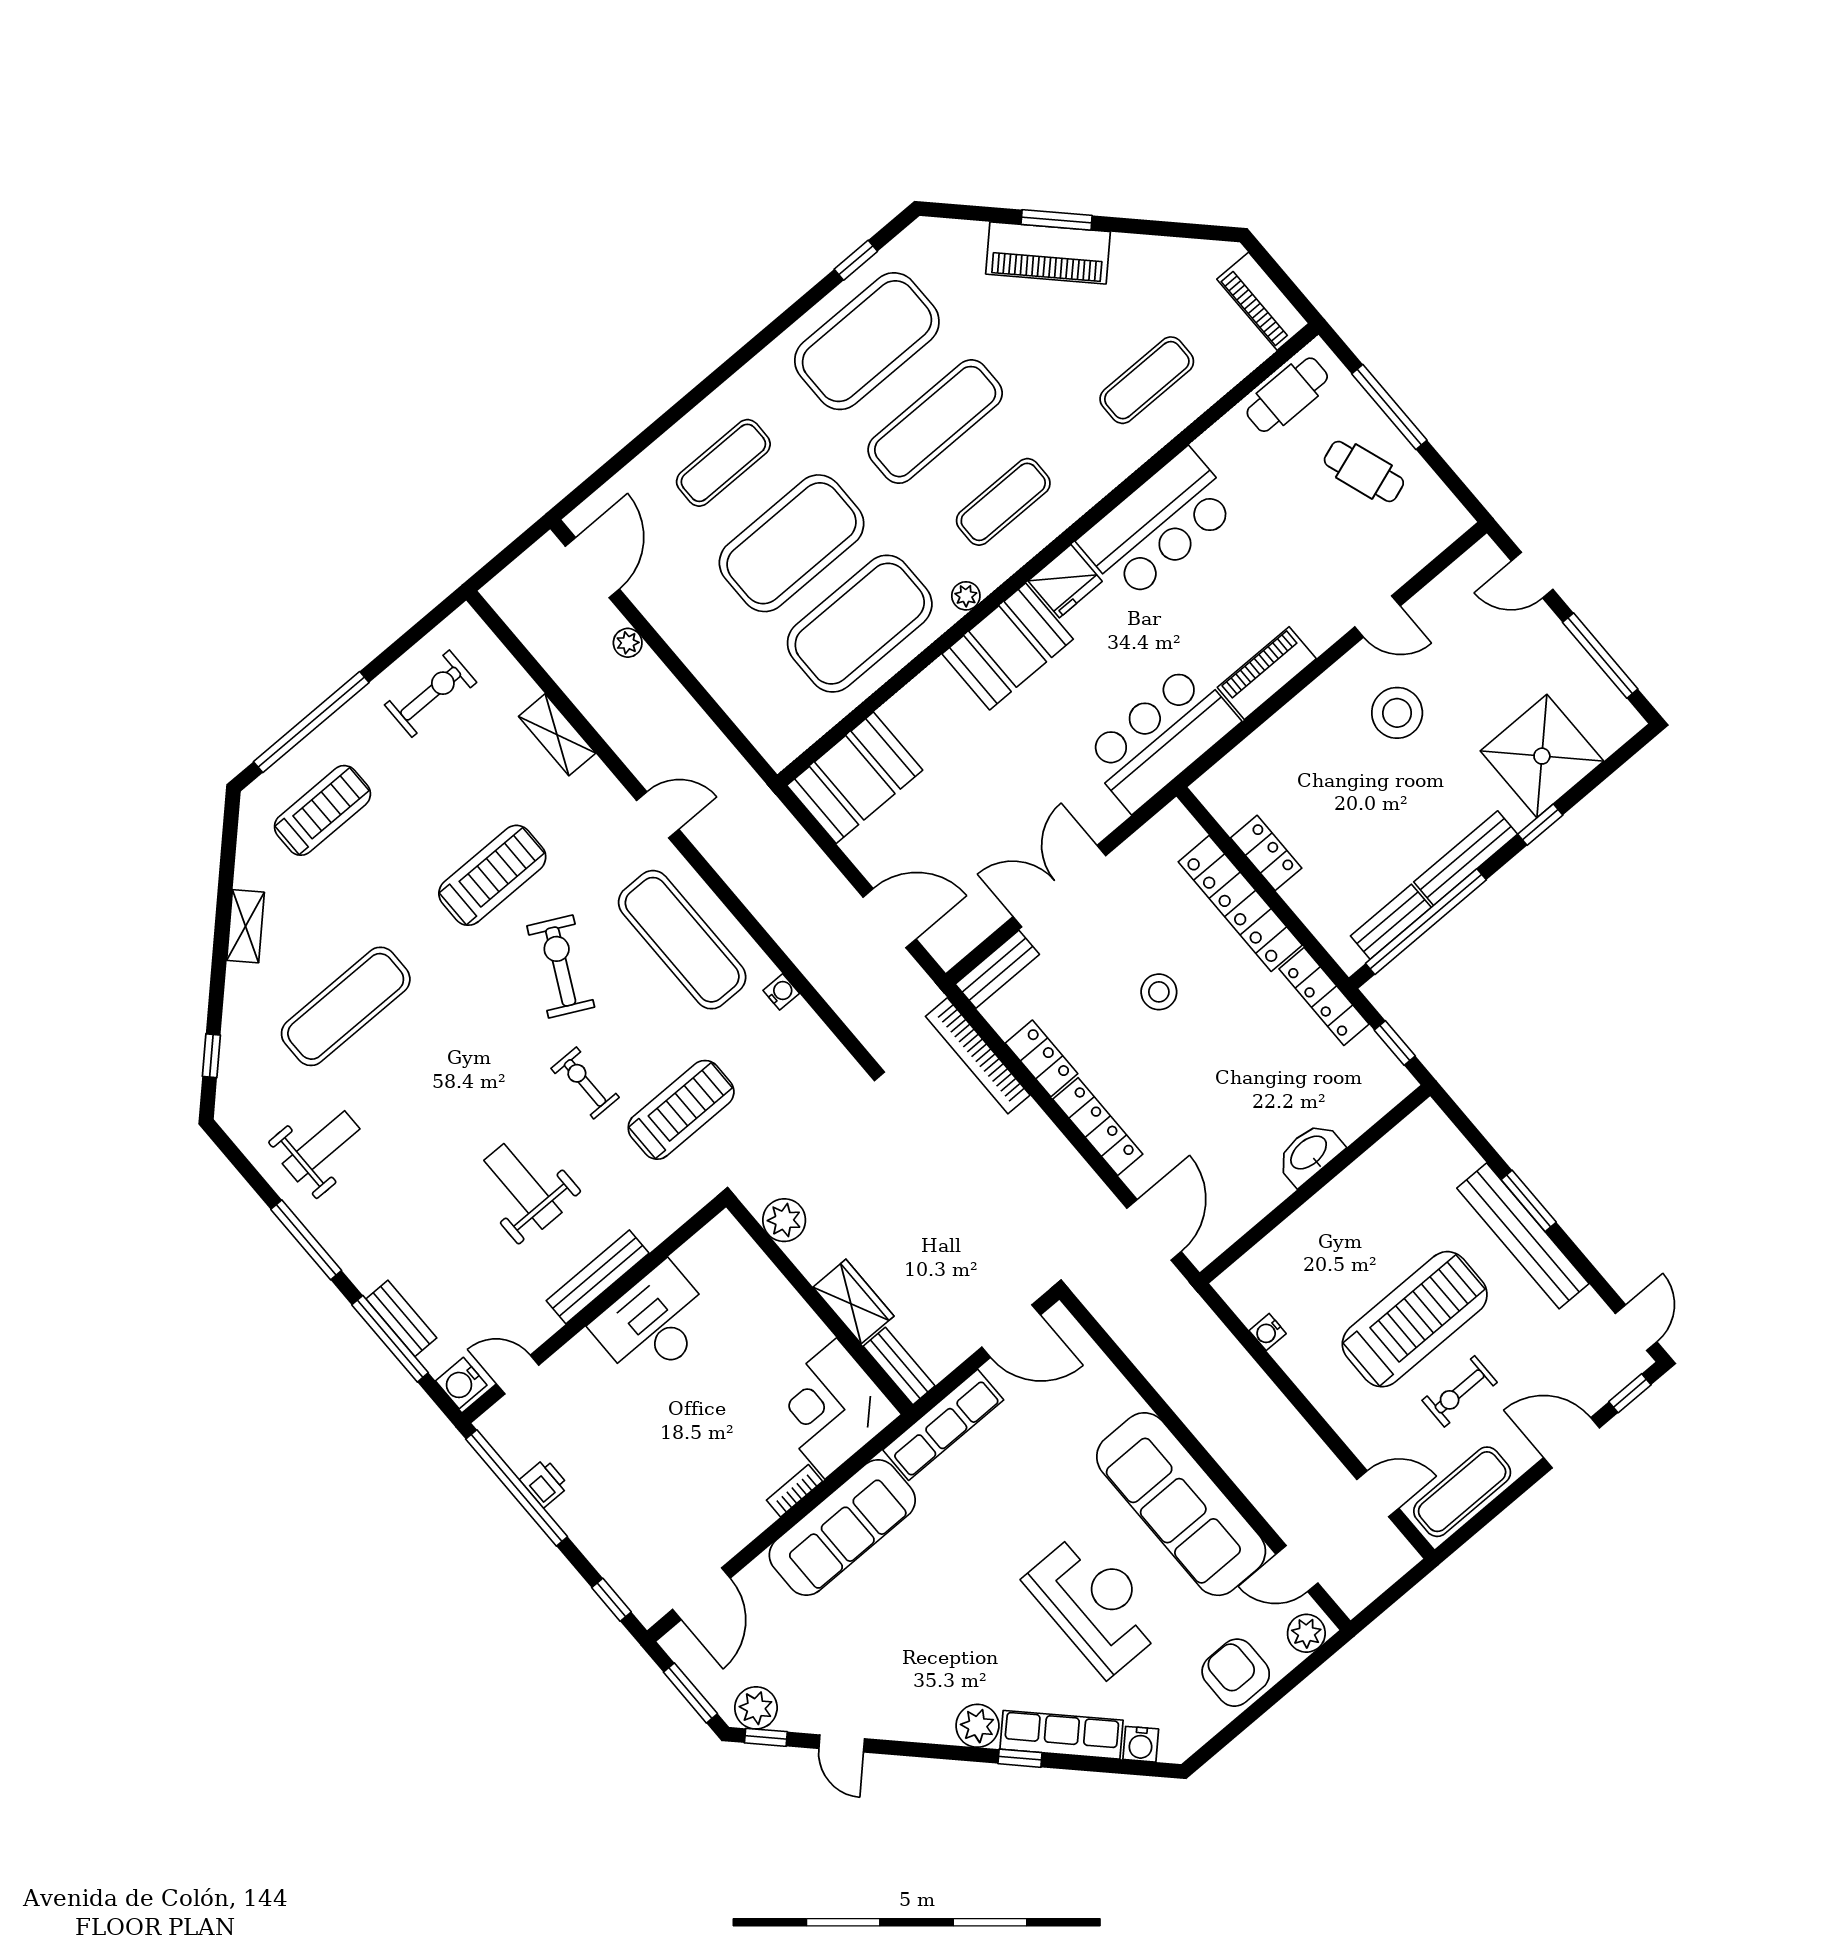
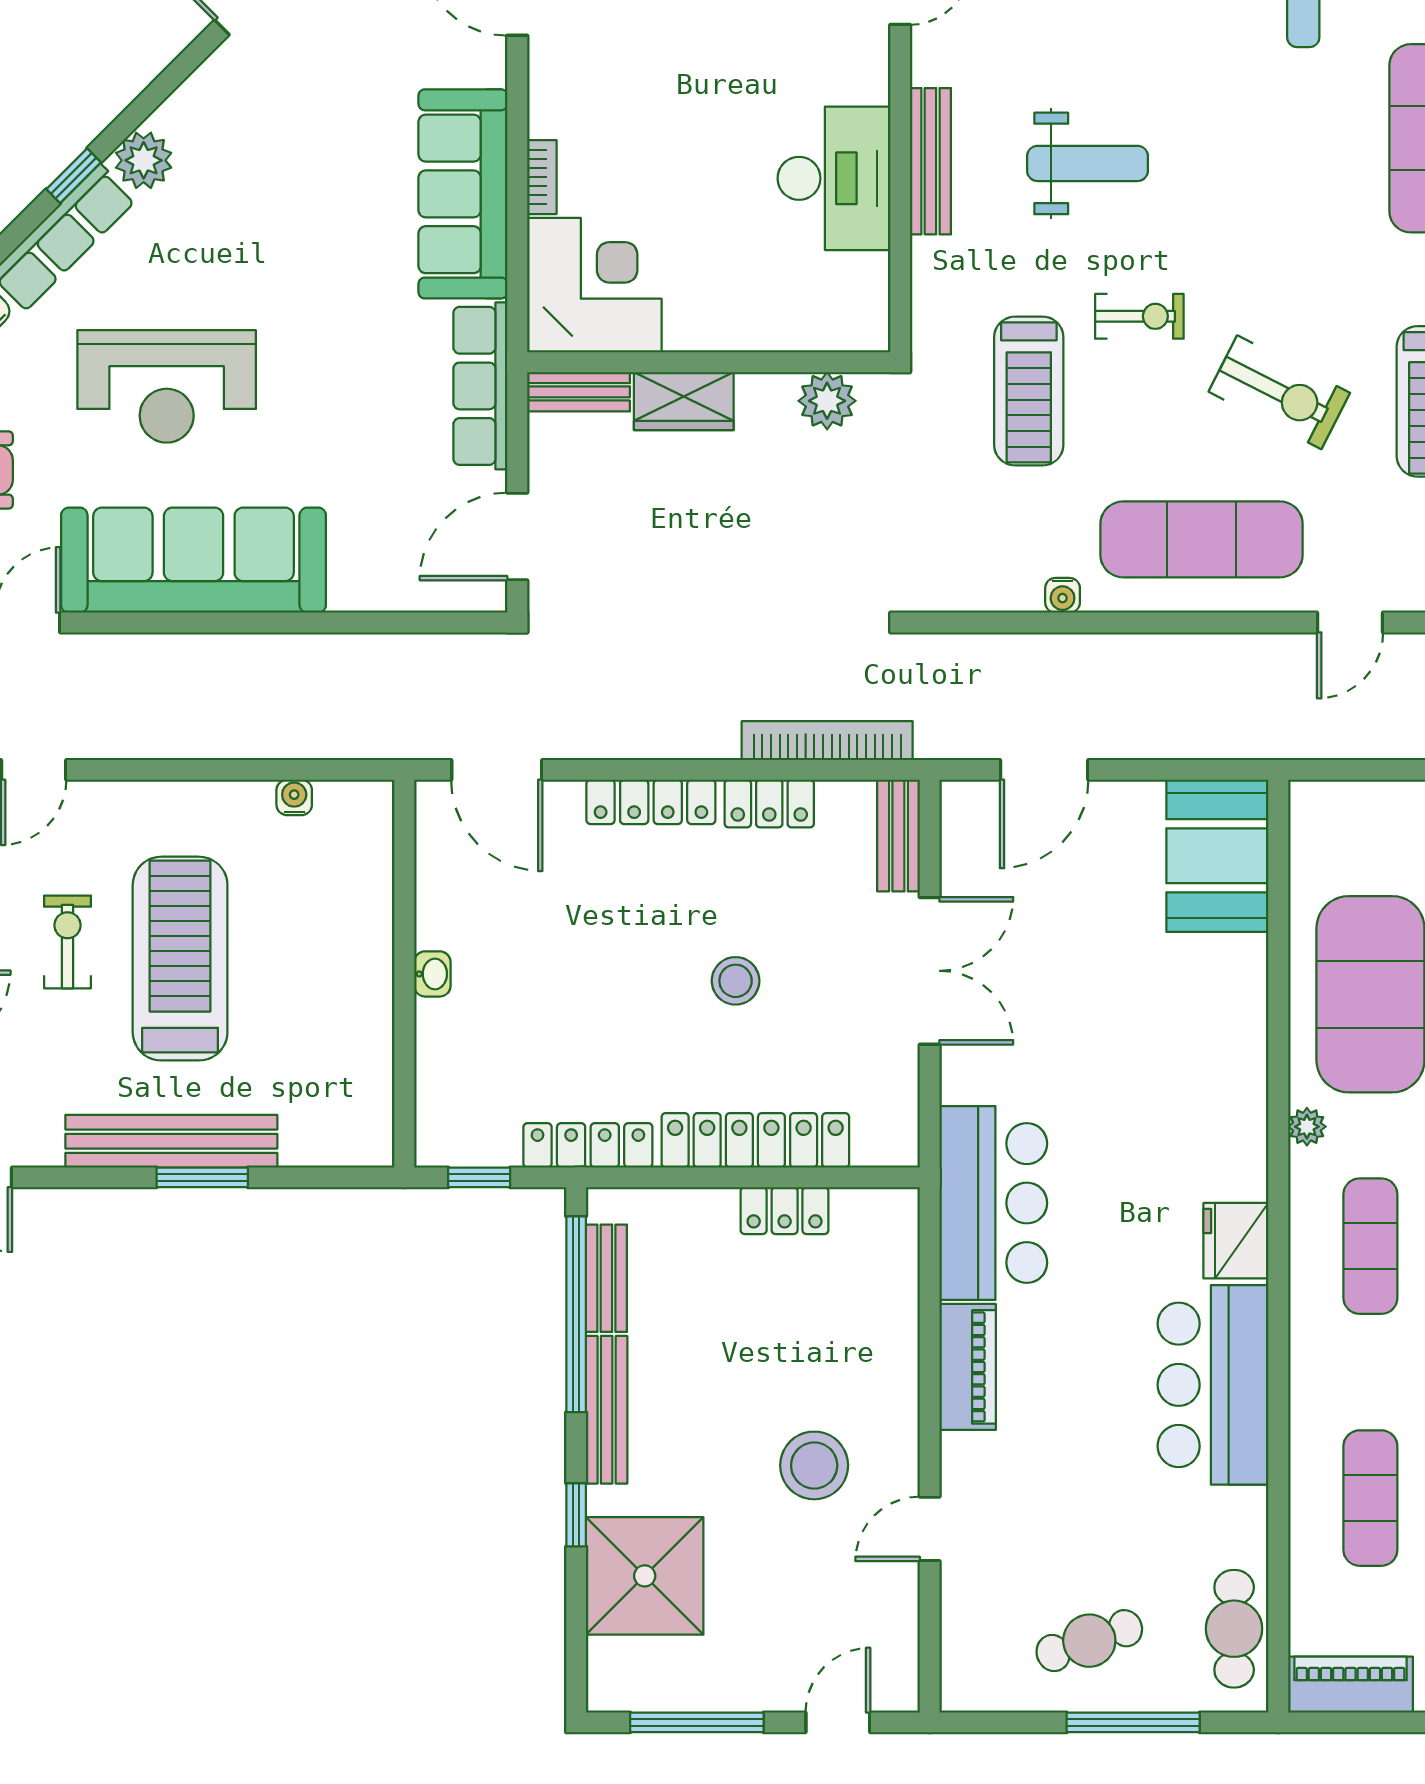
booth: (1008, 646) -> (1219, 1125), removed
washbasin: (1309, 1153) -> (432, 974), width x0.52, depth x0.69
treadmill: (1415, 1319) -> (180, 959), turned 180

